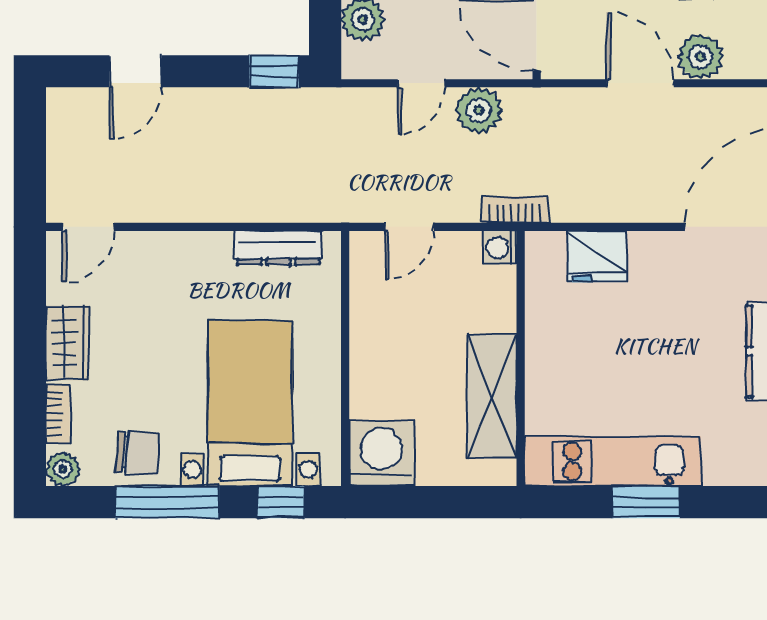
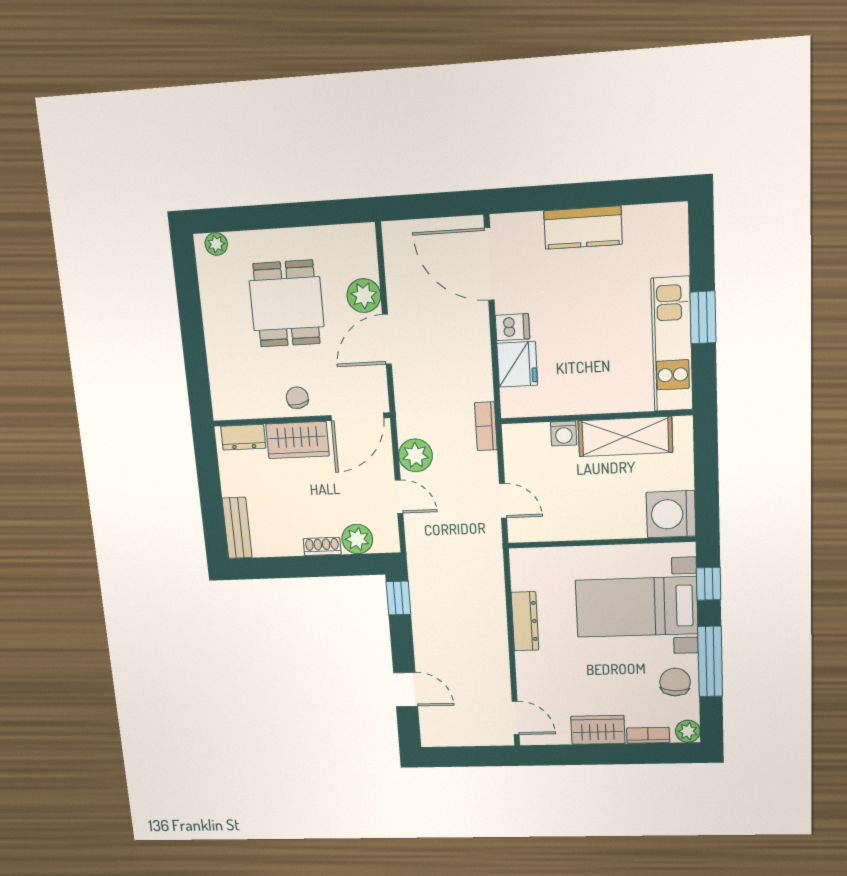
dresser: (278, 248) -> (525, 621), moved
washing machine: (500, 248) -> (564, 434), moved
dishwasher: (647, 253) -> (512, 327), added

